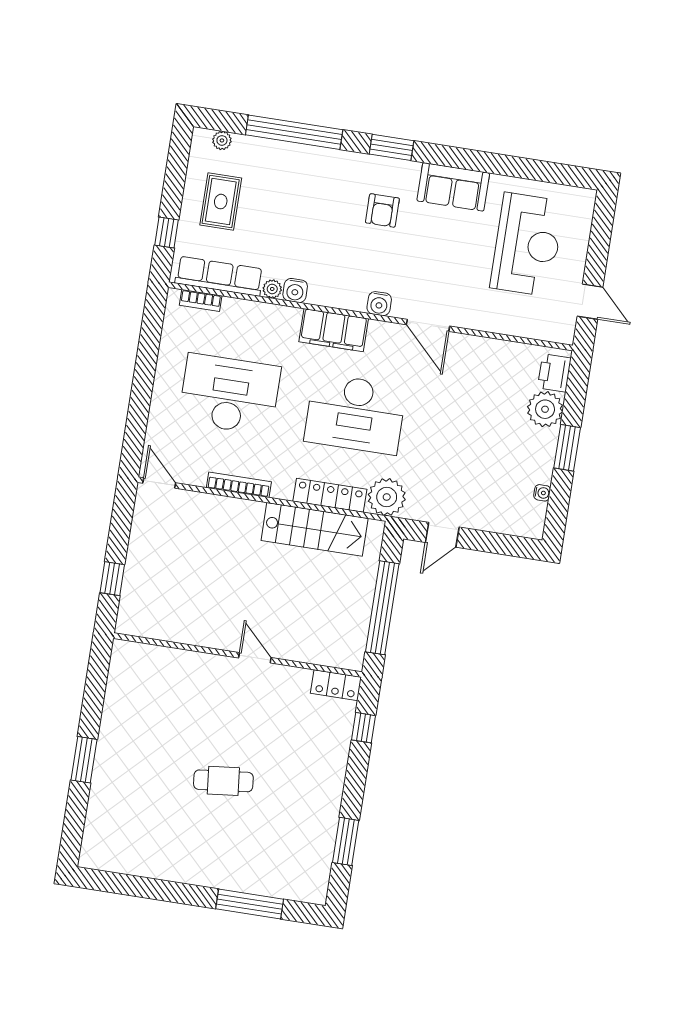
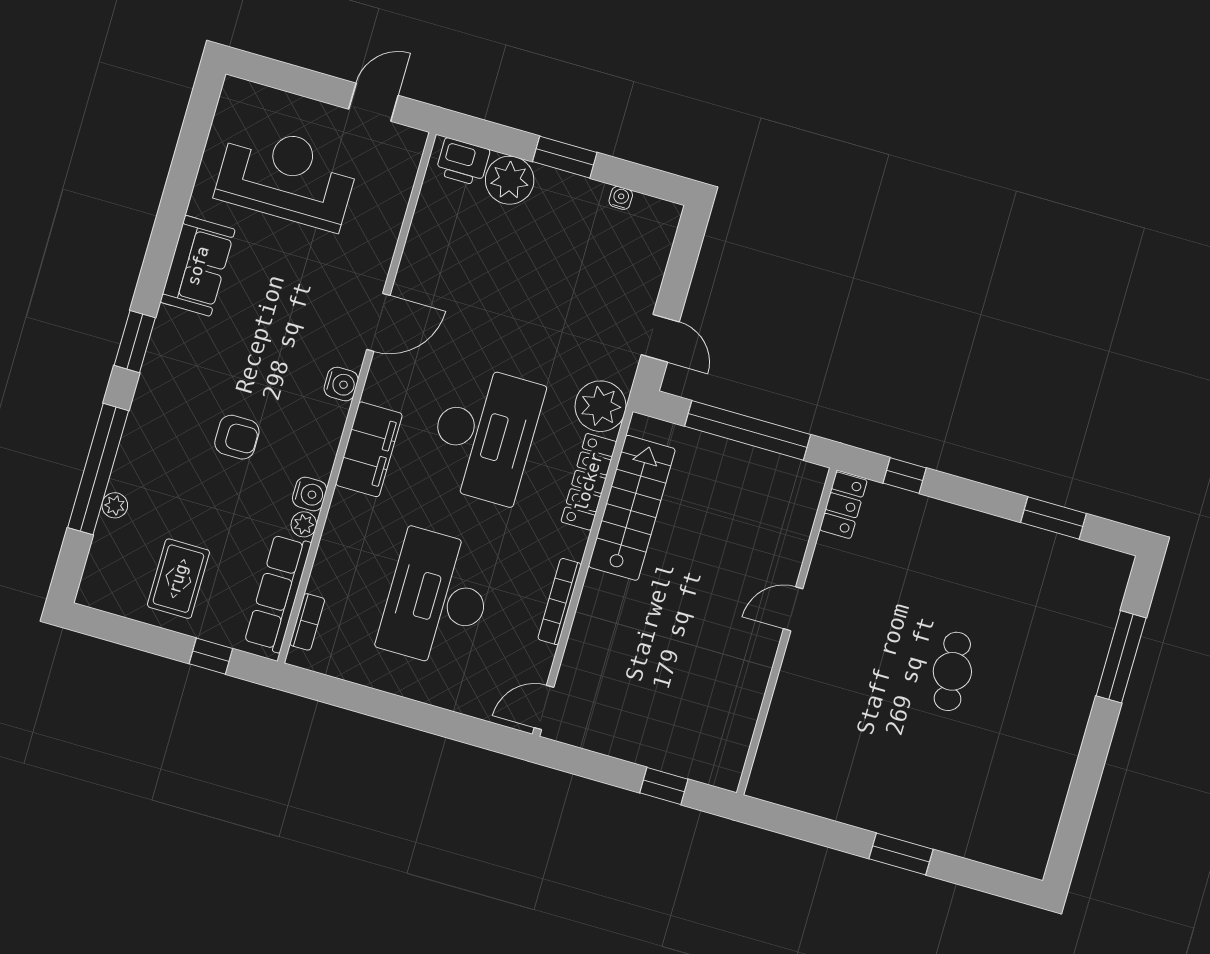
plant: (222, 140) -> (115, 505), moved
rug: (221, 202) -> (178, 579), turned 90
armchair: (382, 210) -> (237, 437), moved

